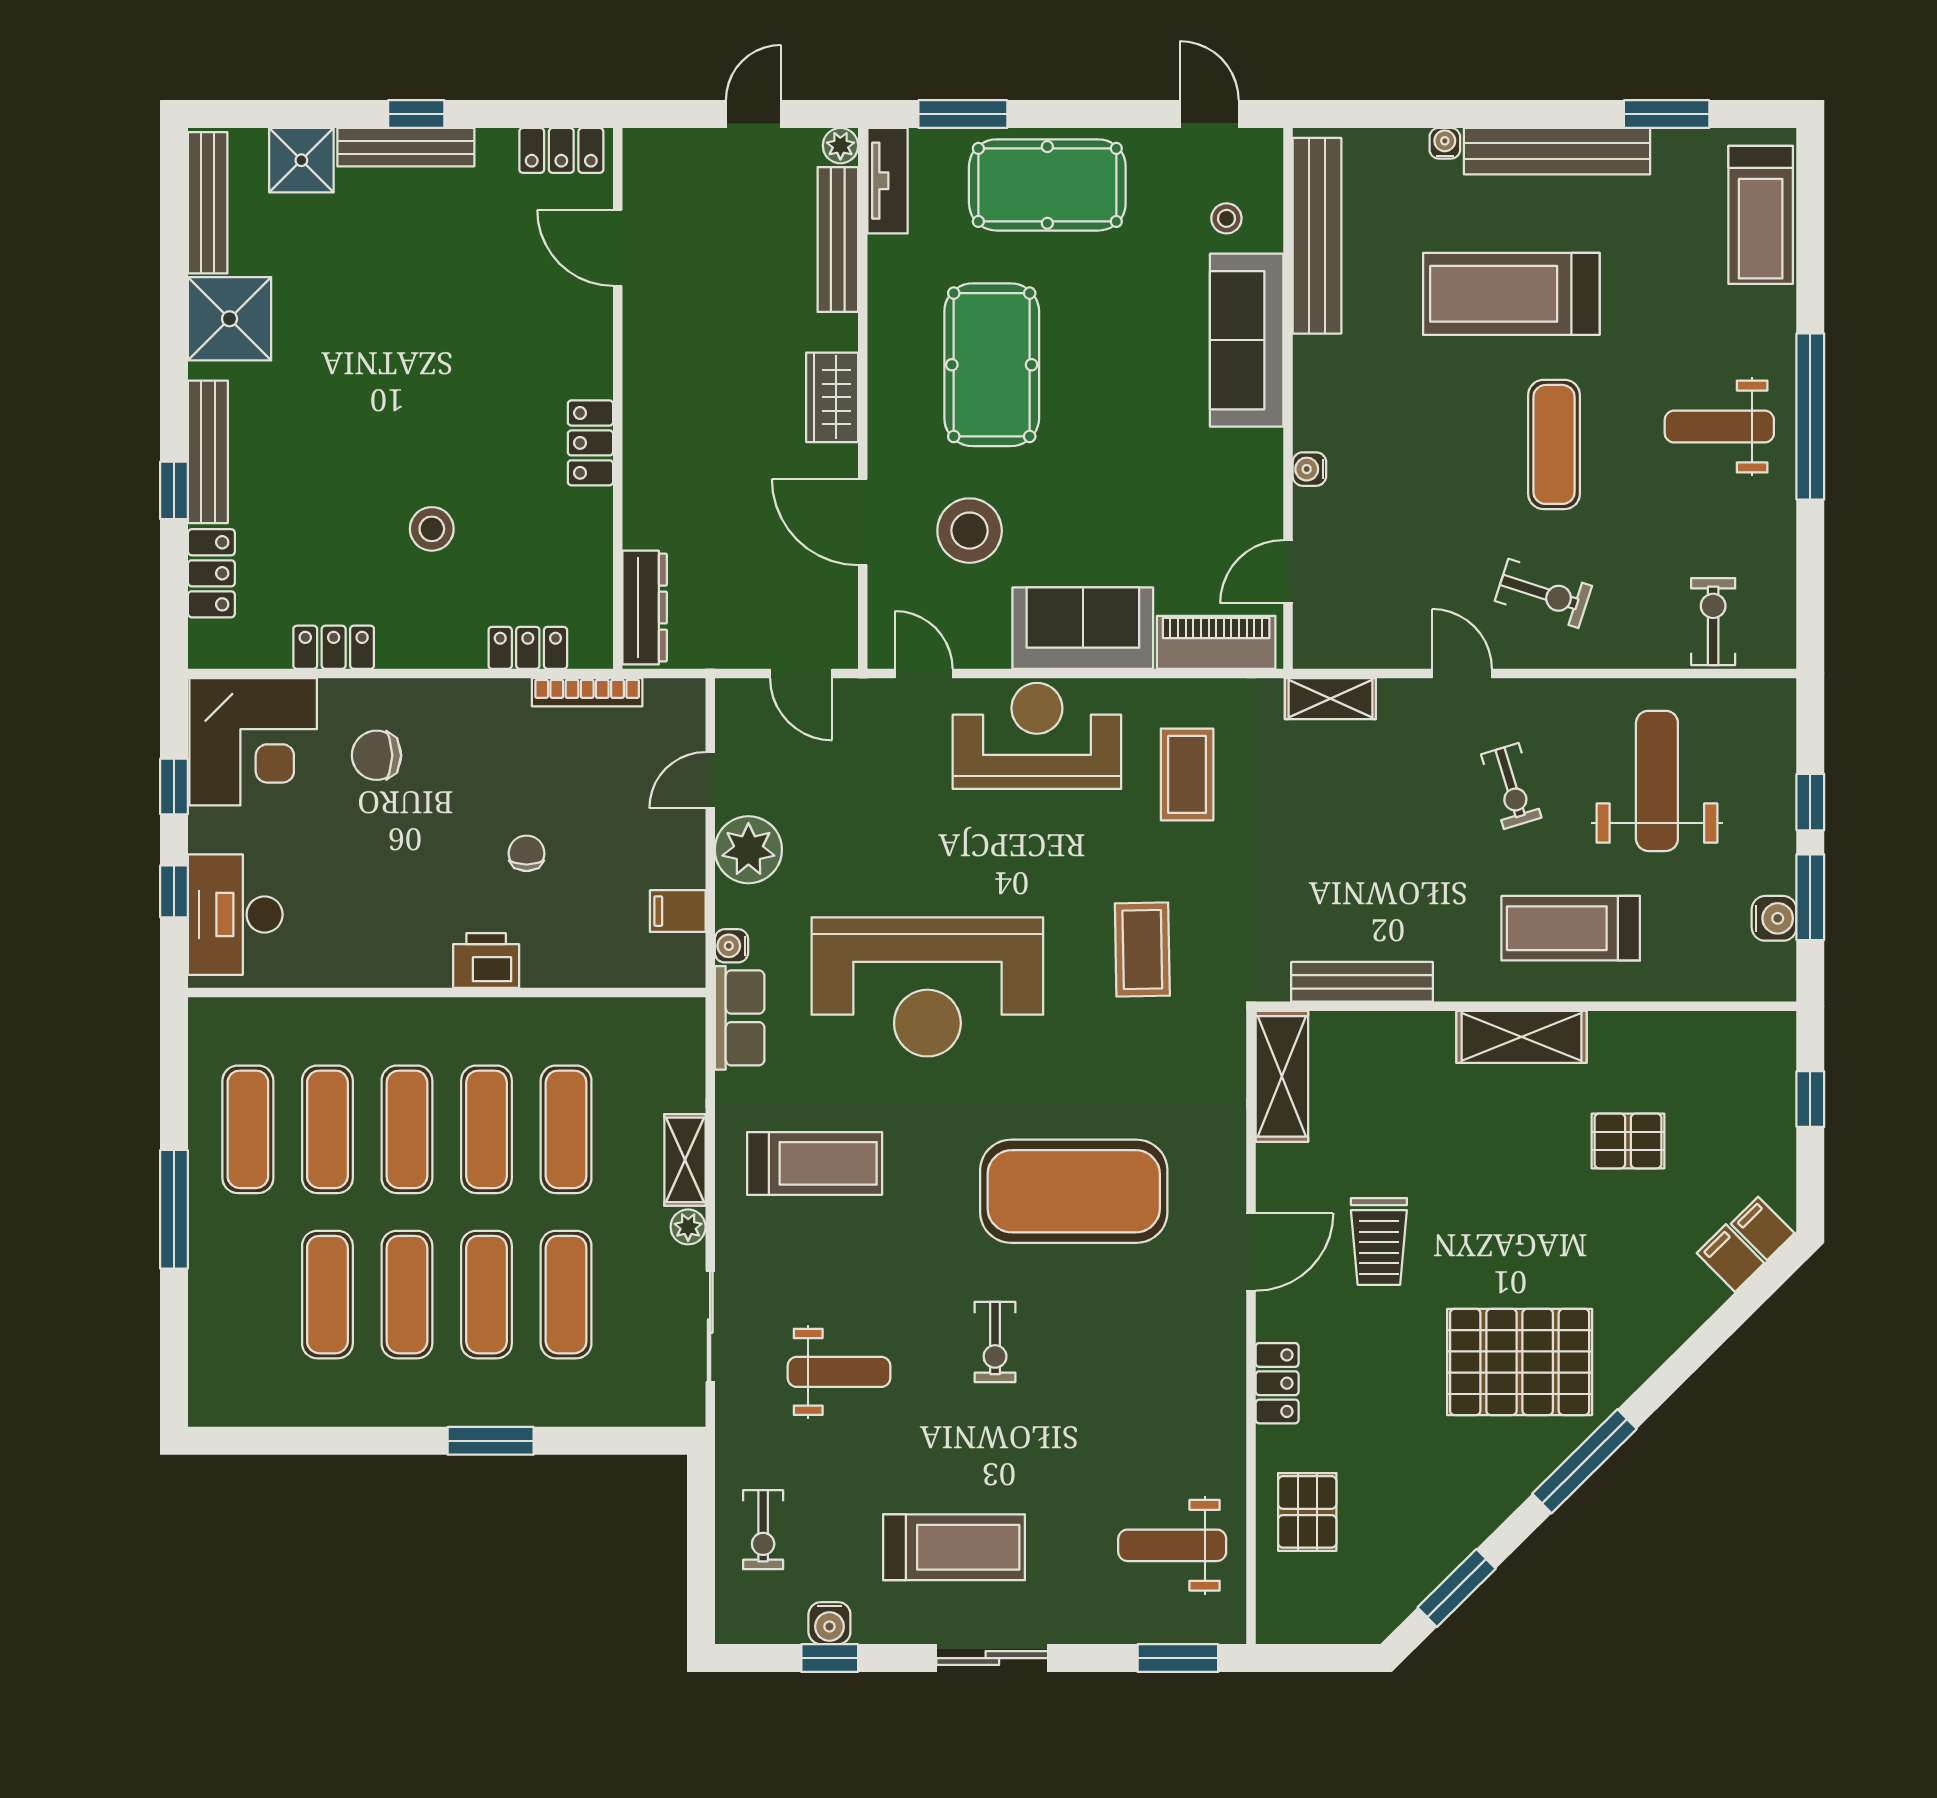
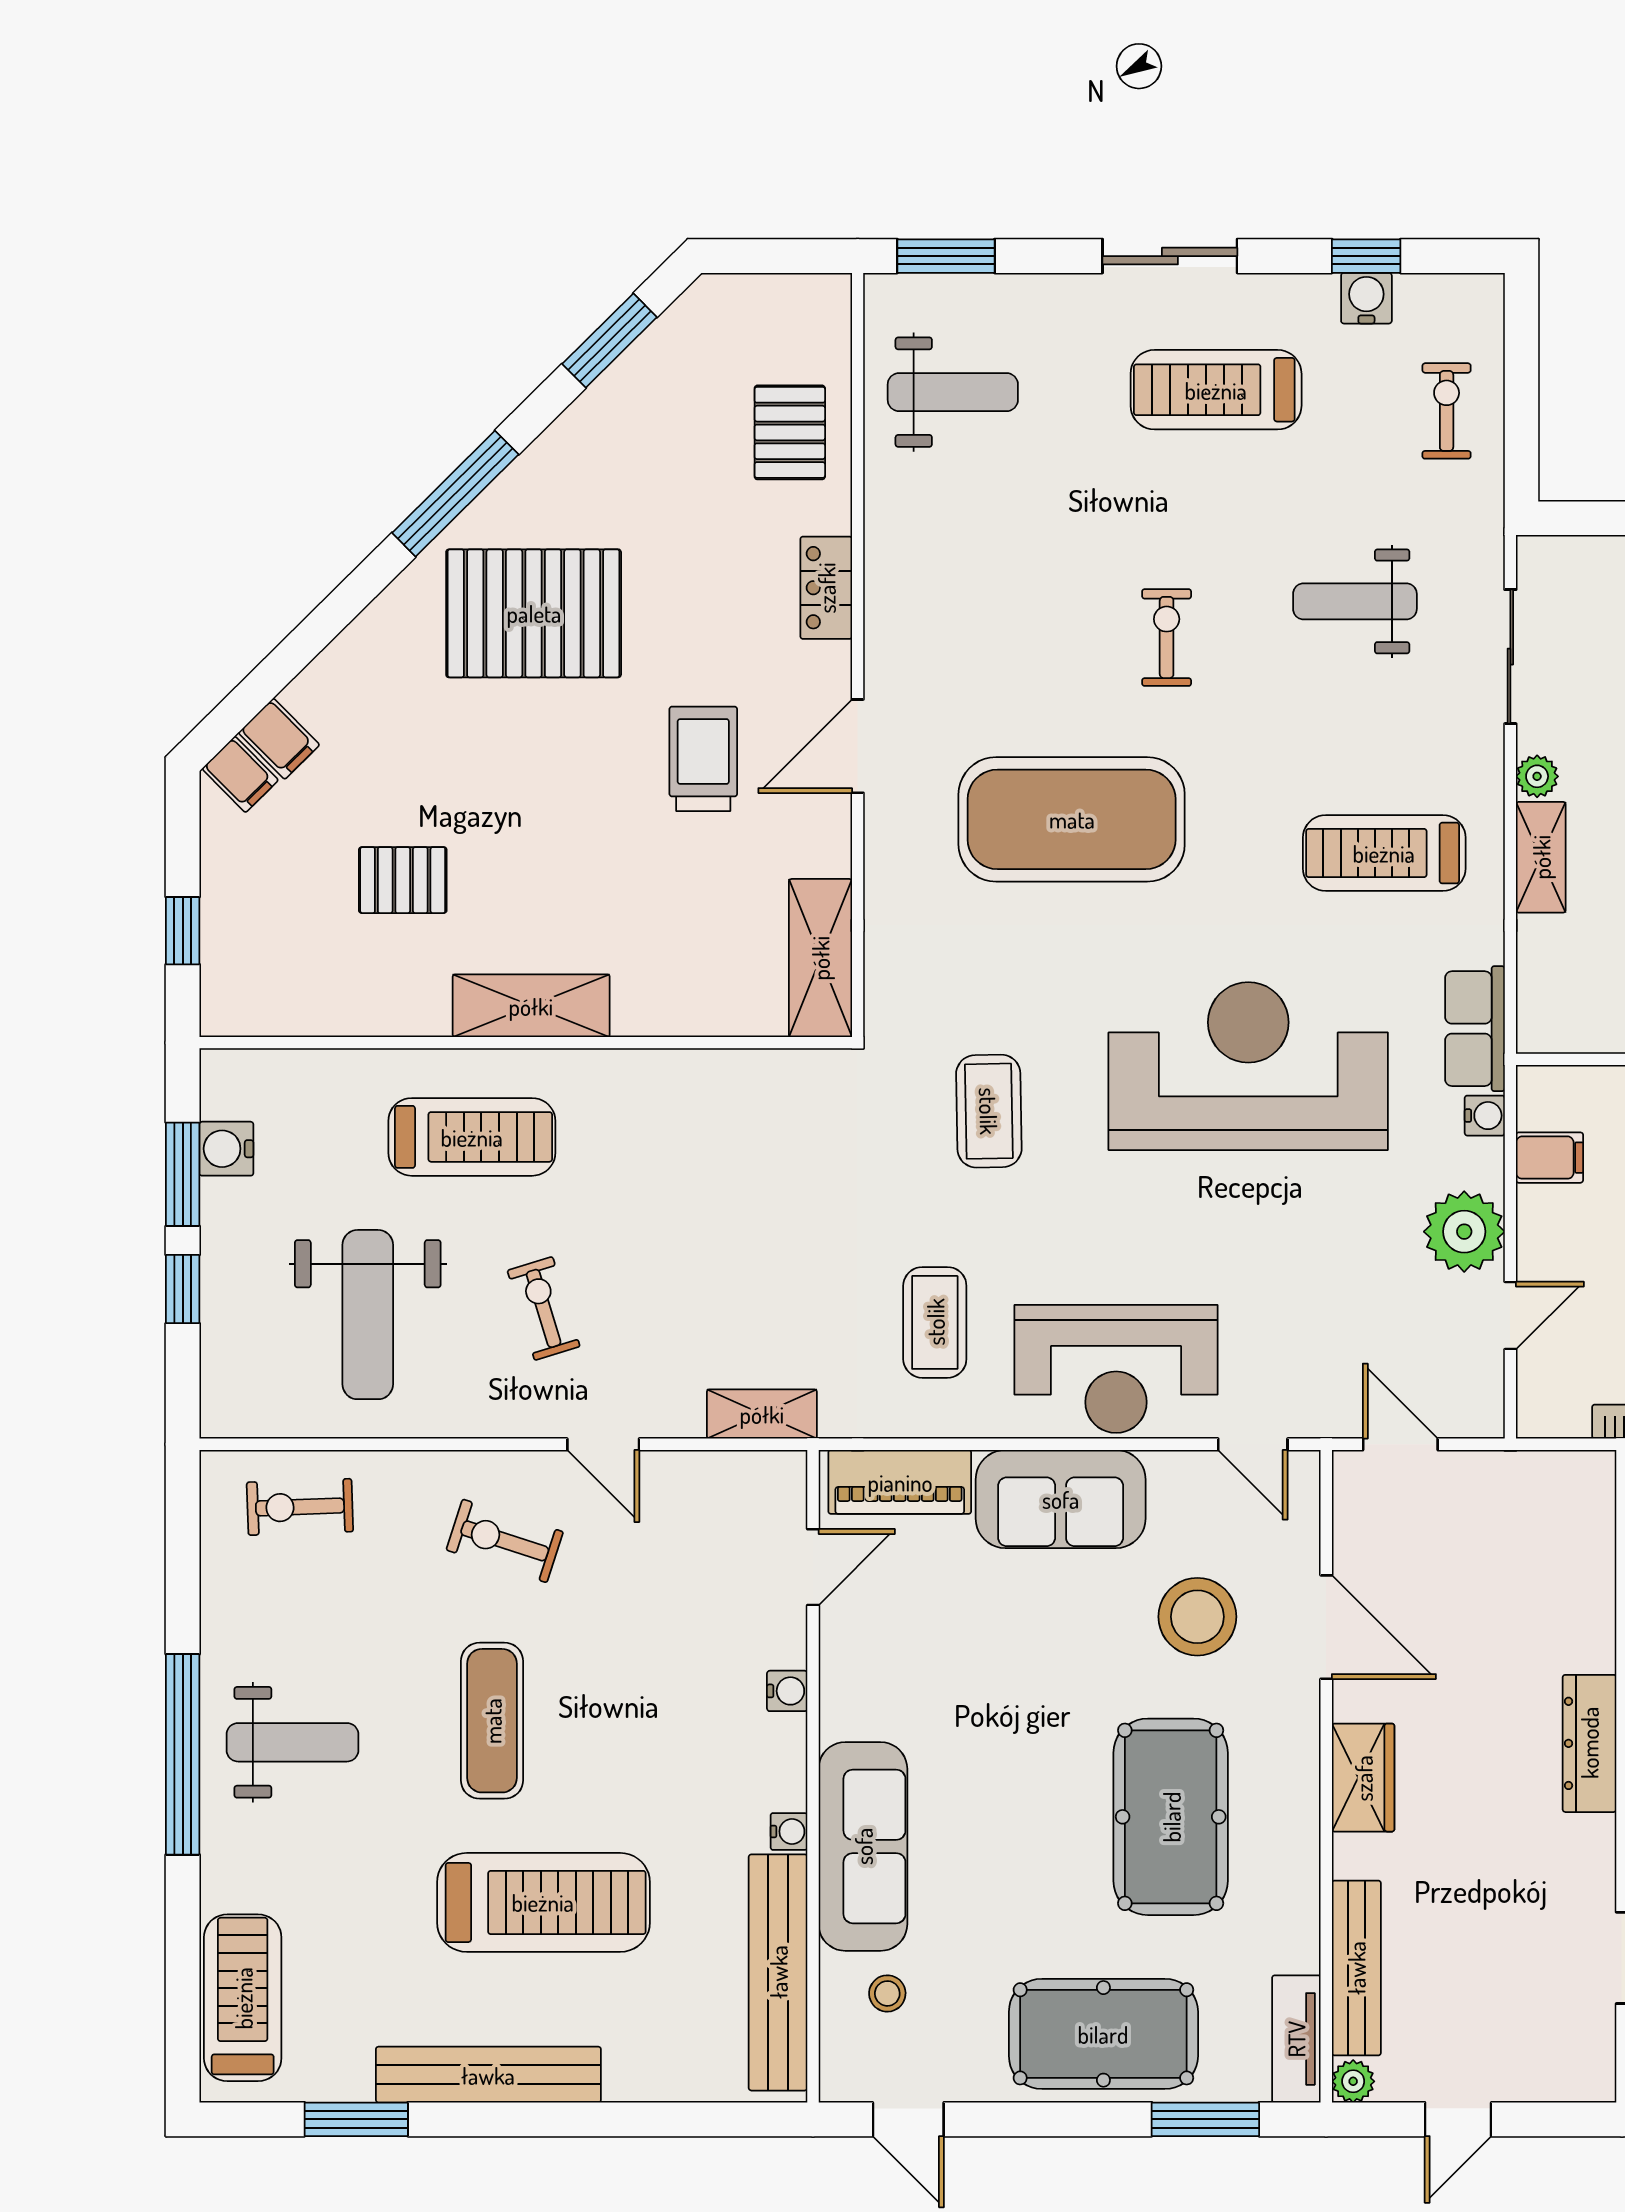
water cooler: (1445, 143) -> (789, 1831), moved, turned -90
dresser: (645, 608) -> (1589, 1743), moved
exercise bike: (1713, 622) -> (300, 1507), turned 88
bench: (1362, 982) -> (724, 1072), removed

